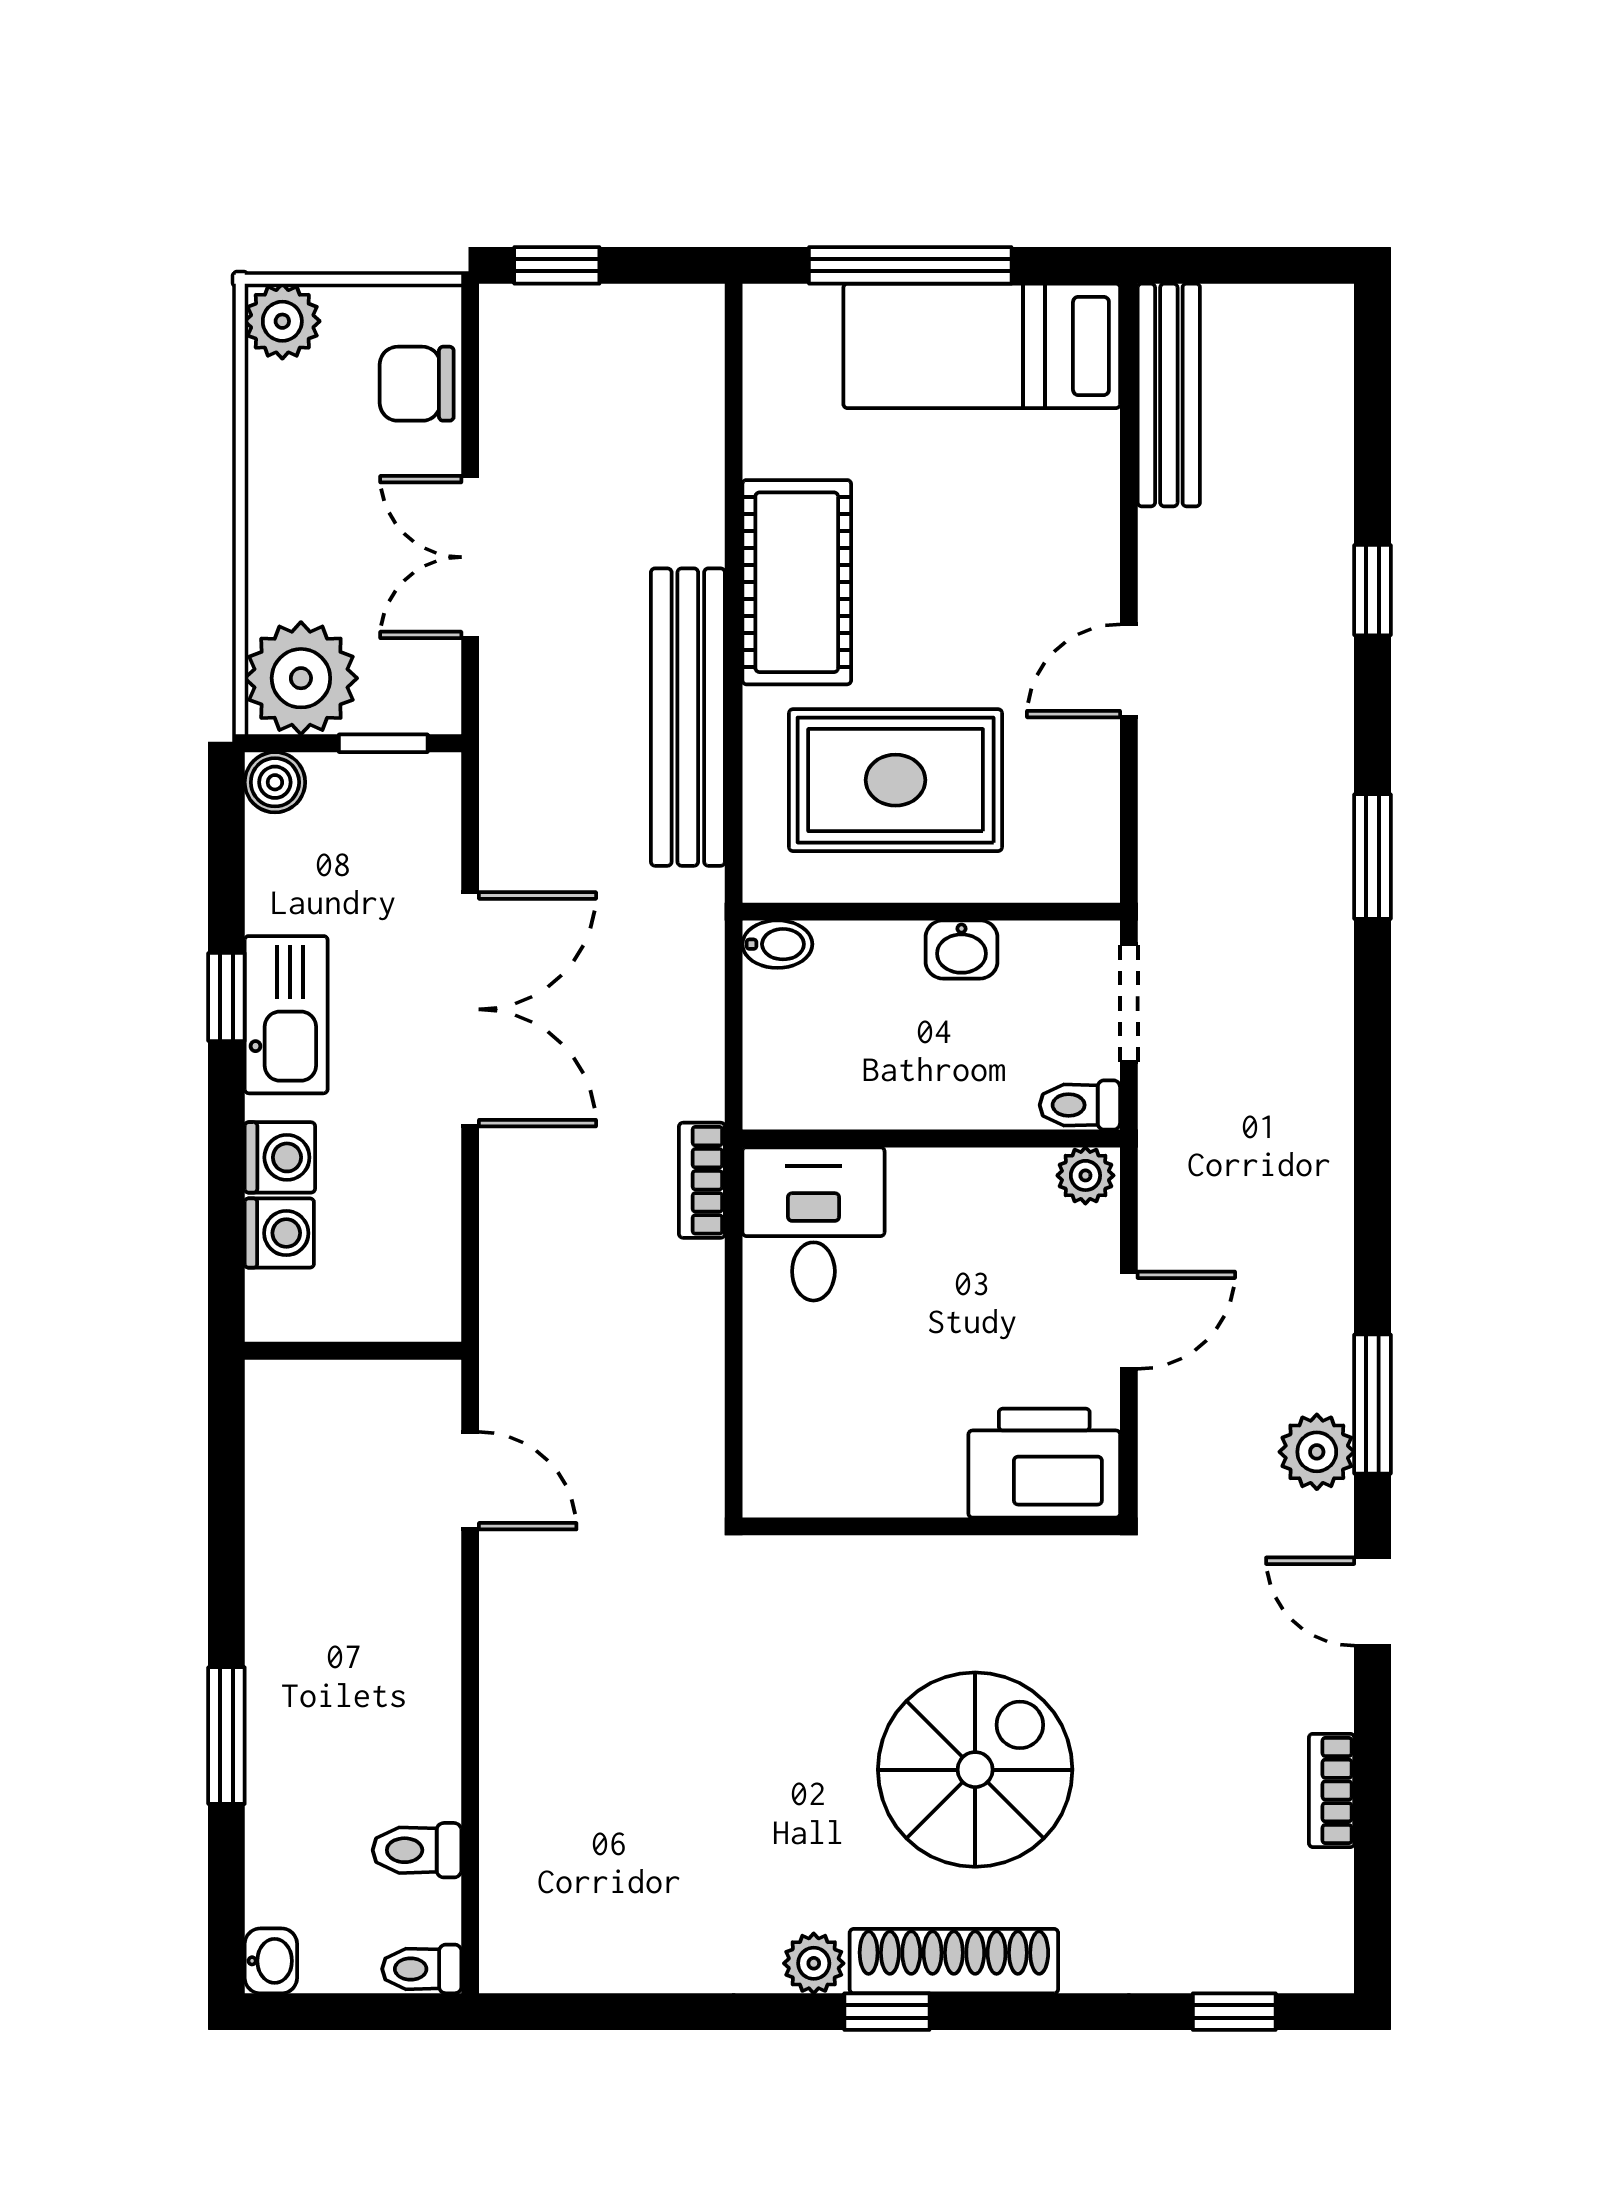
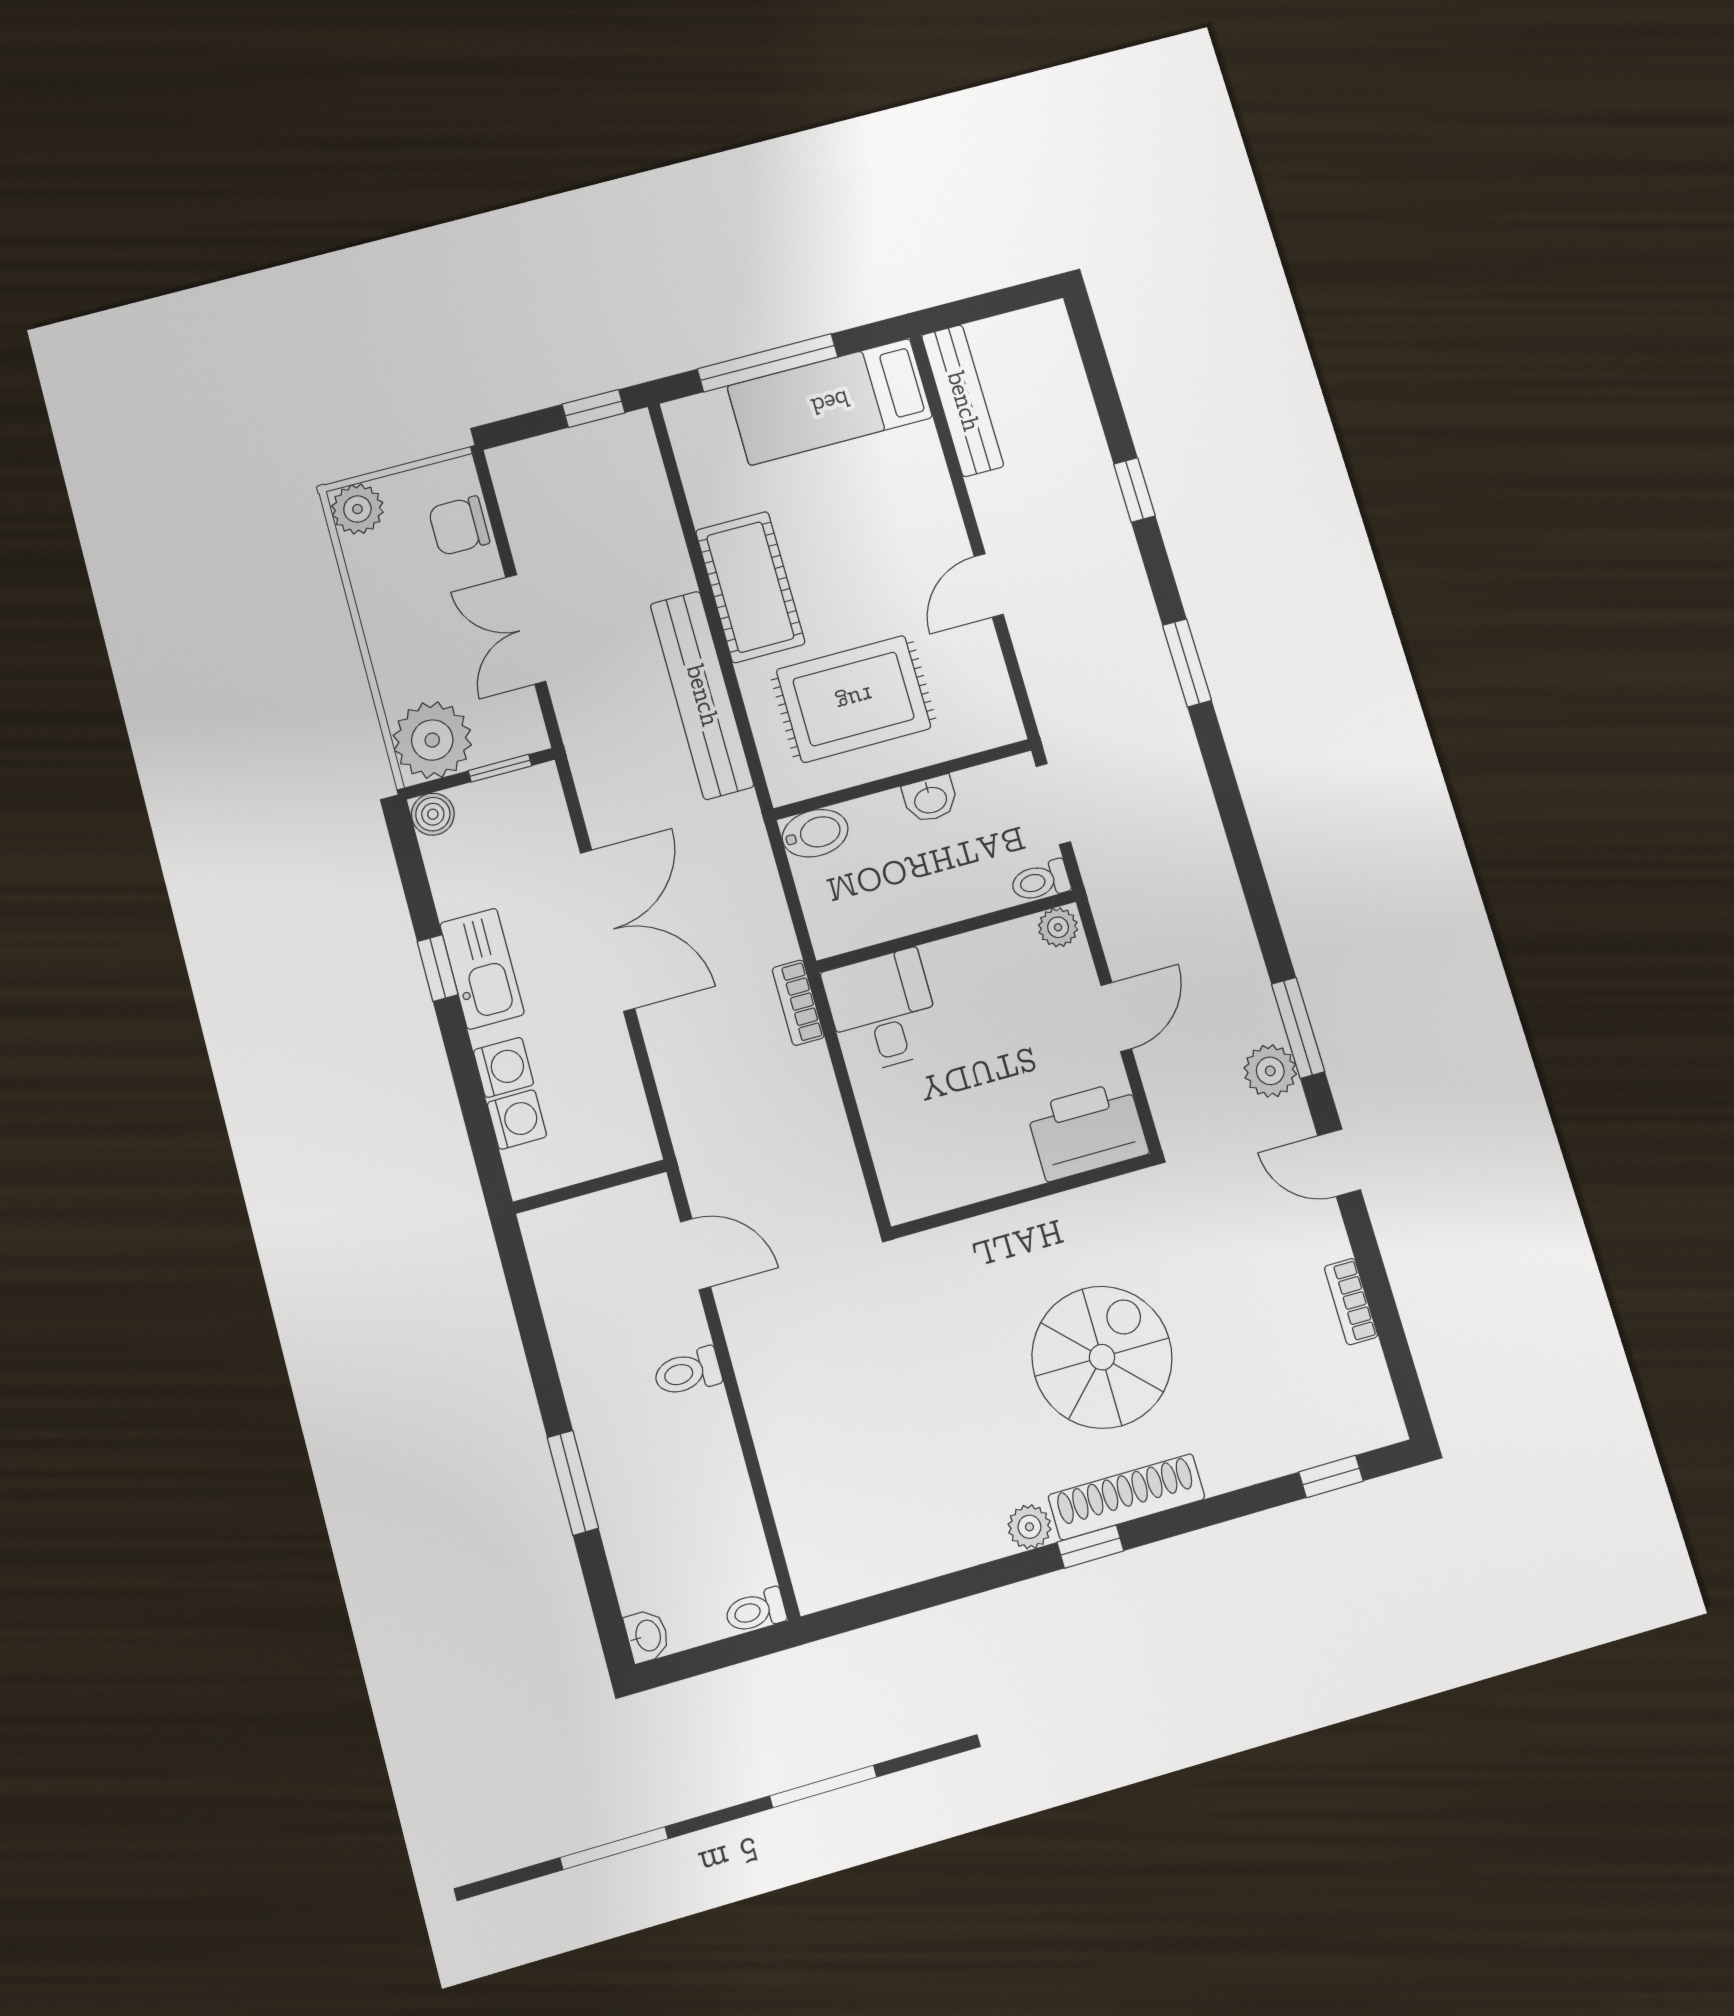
window: (557, 265) -> (593, 408), moved
bidet: (777, 944) -> (815, 833), width x1.38, depth x1.36
toilet: (417, 1850) -> (687, 1372), moved

